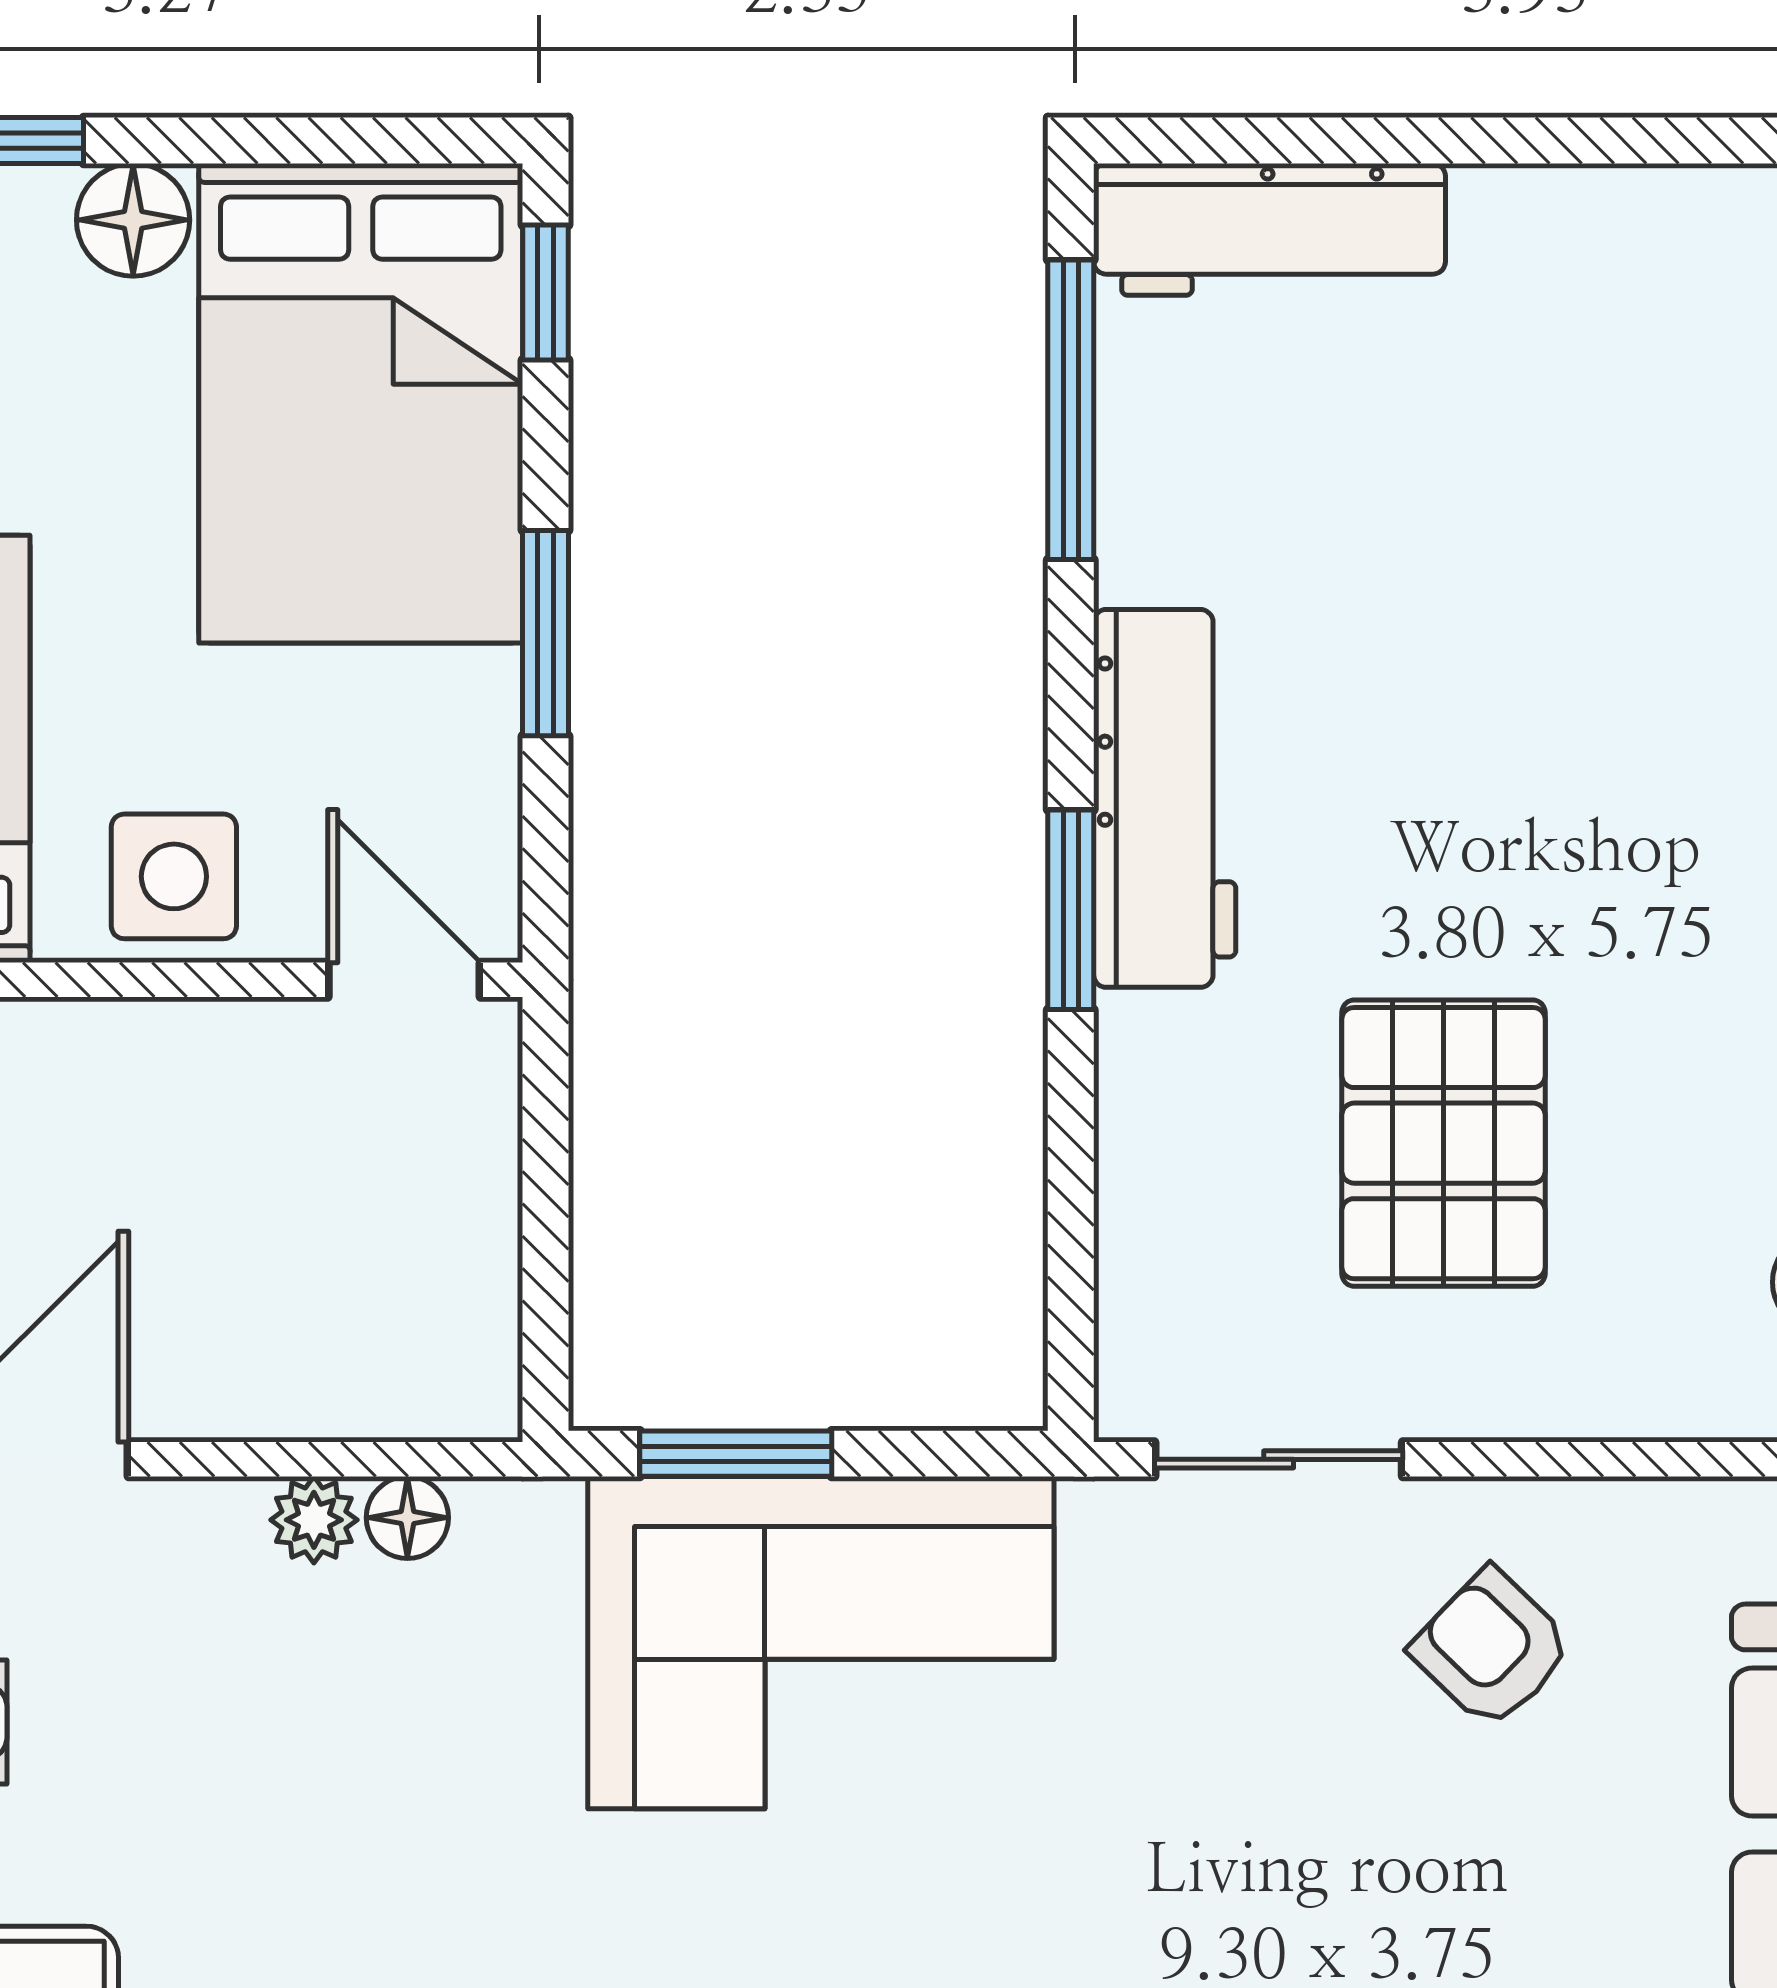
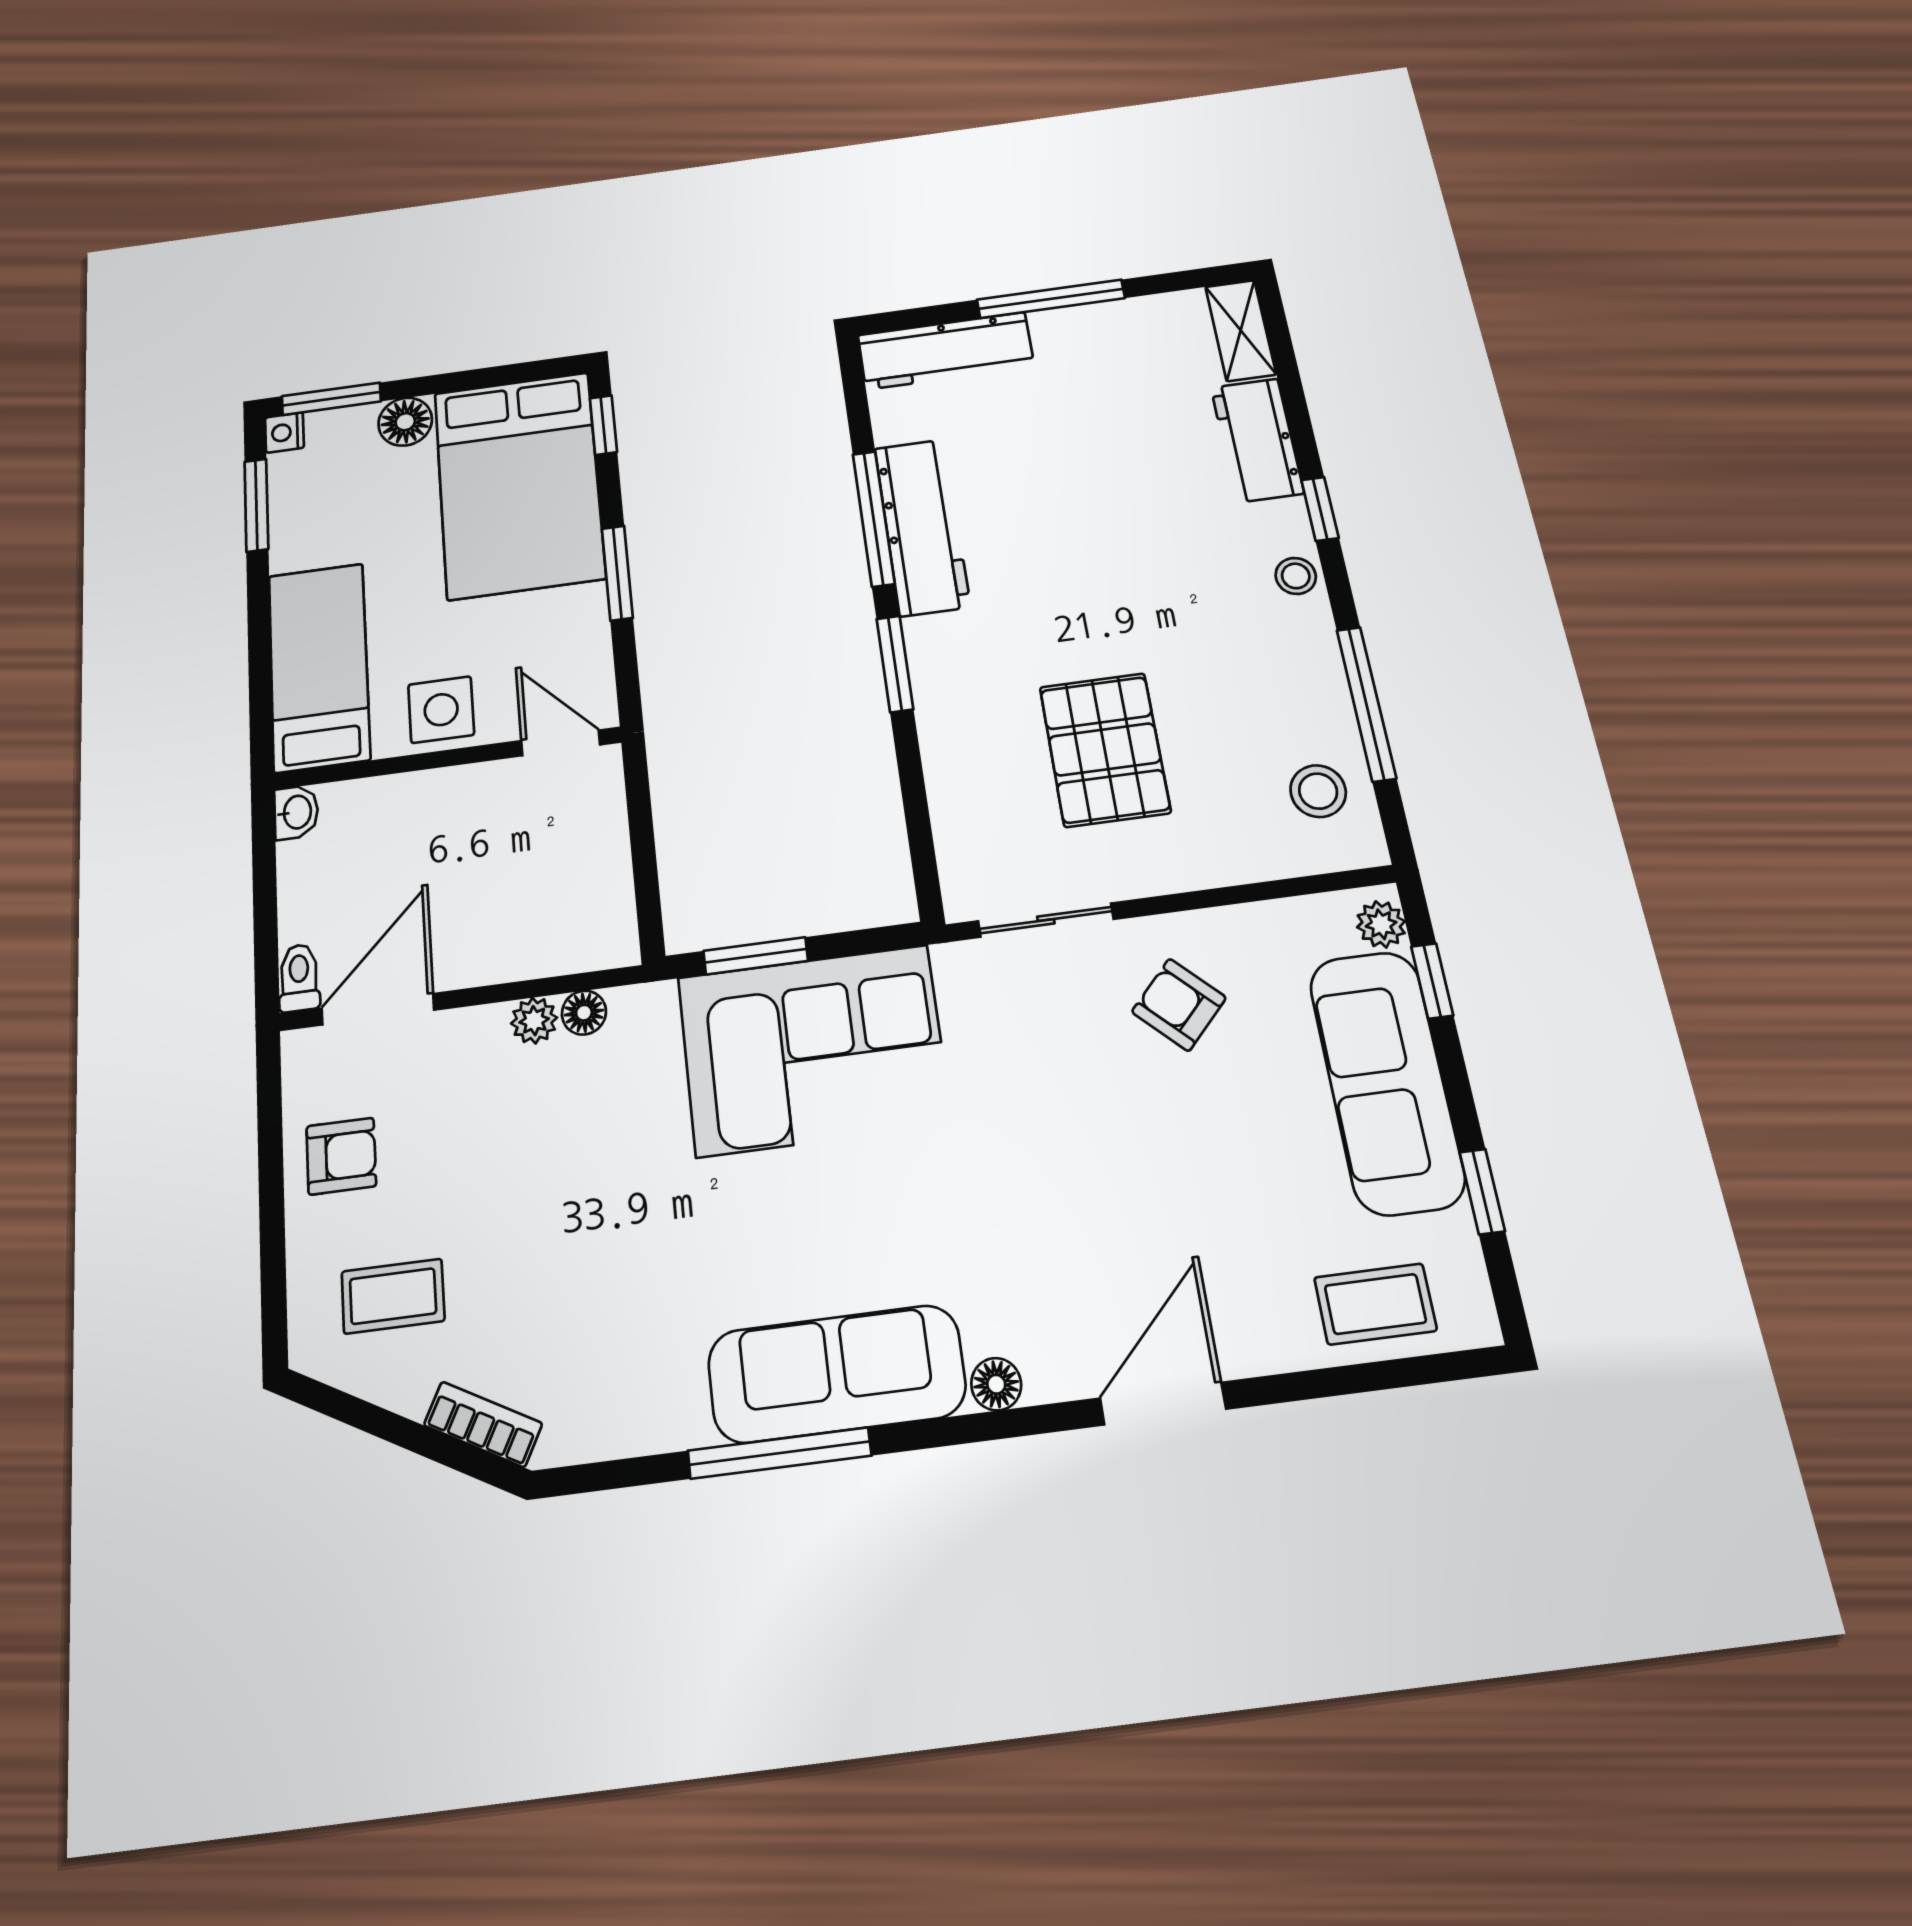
window: (1504, 141) -> (1051, 299), added
window: (1071, 410) -> (874, 519), moved
workbench: (1165, 798) -> (922, 527), moved

